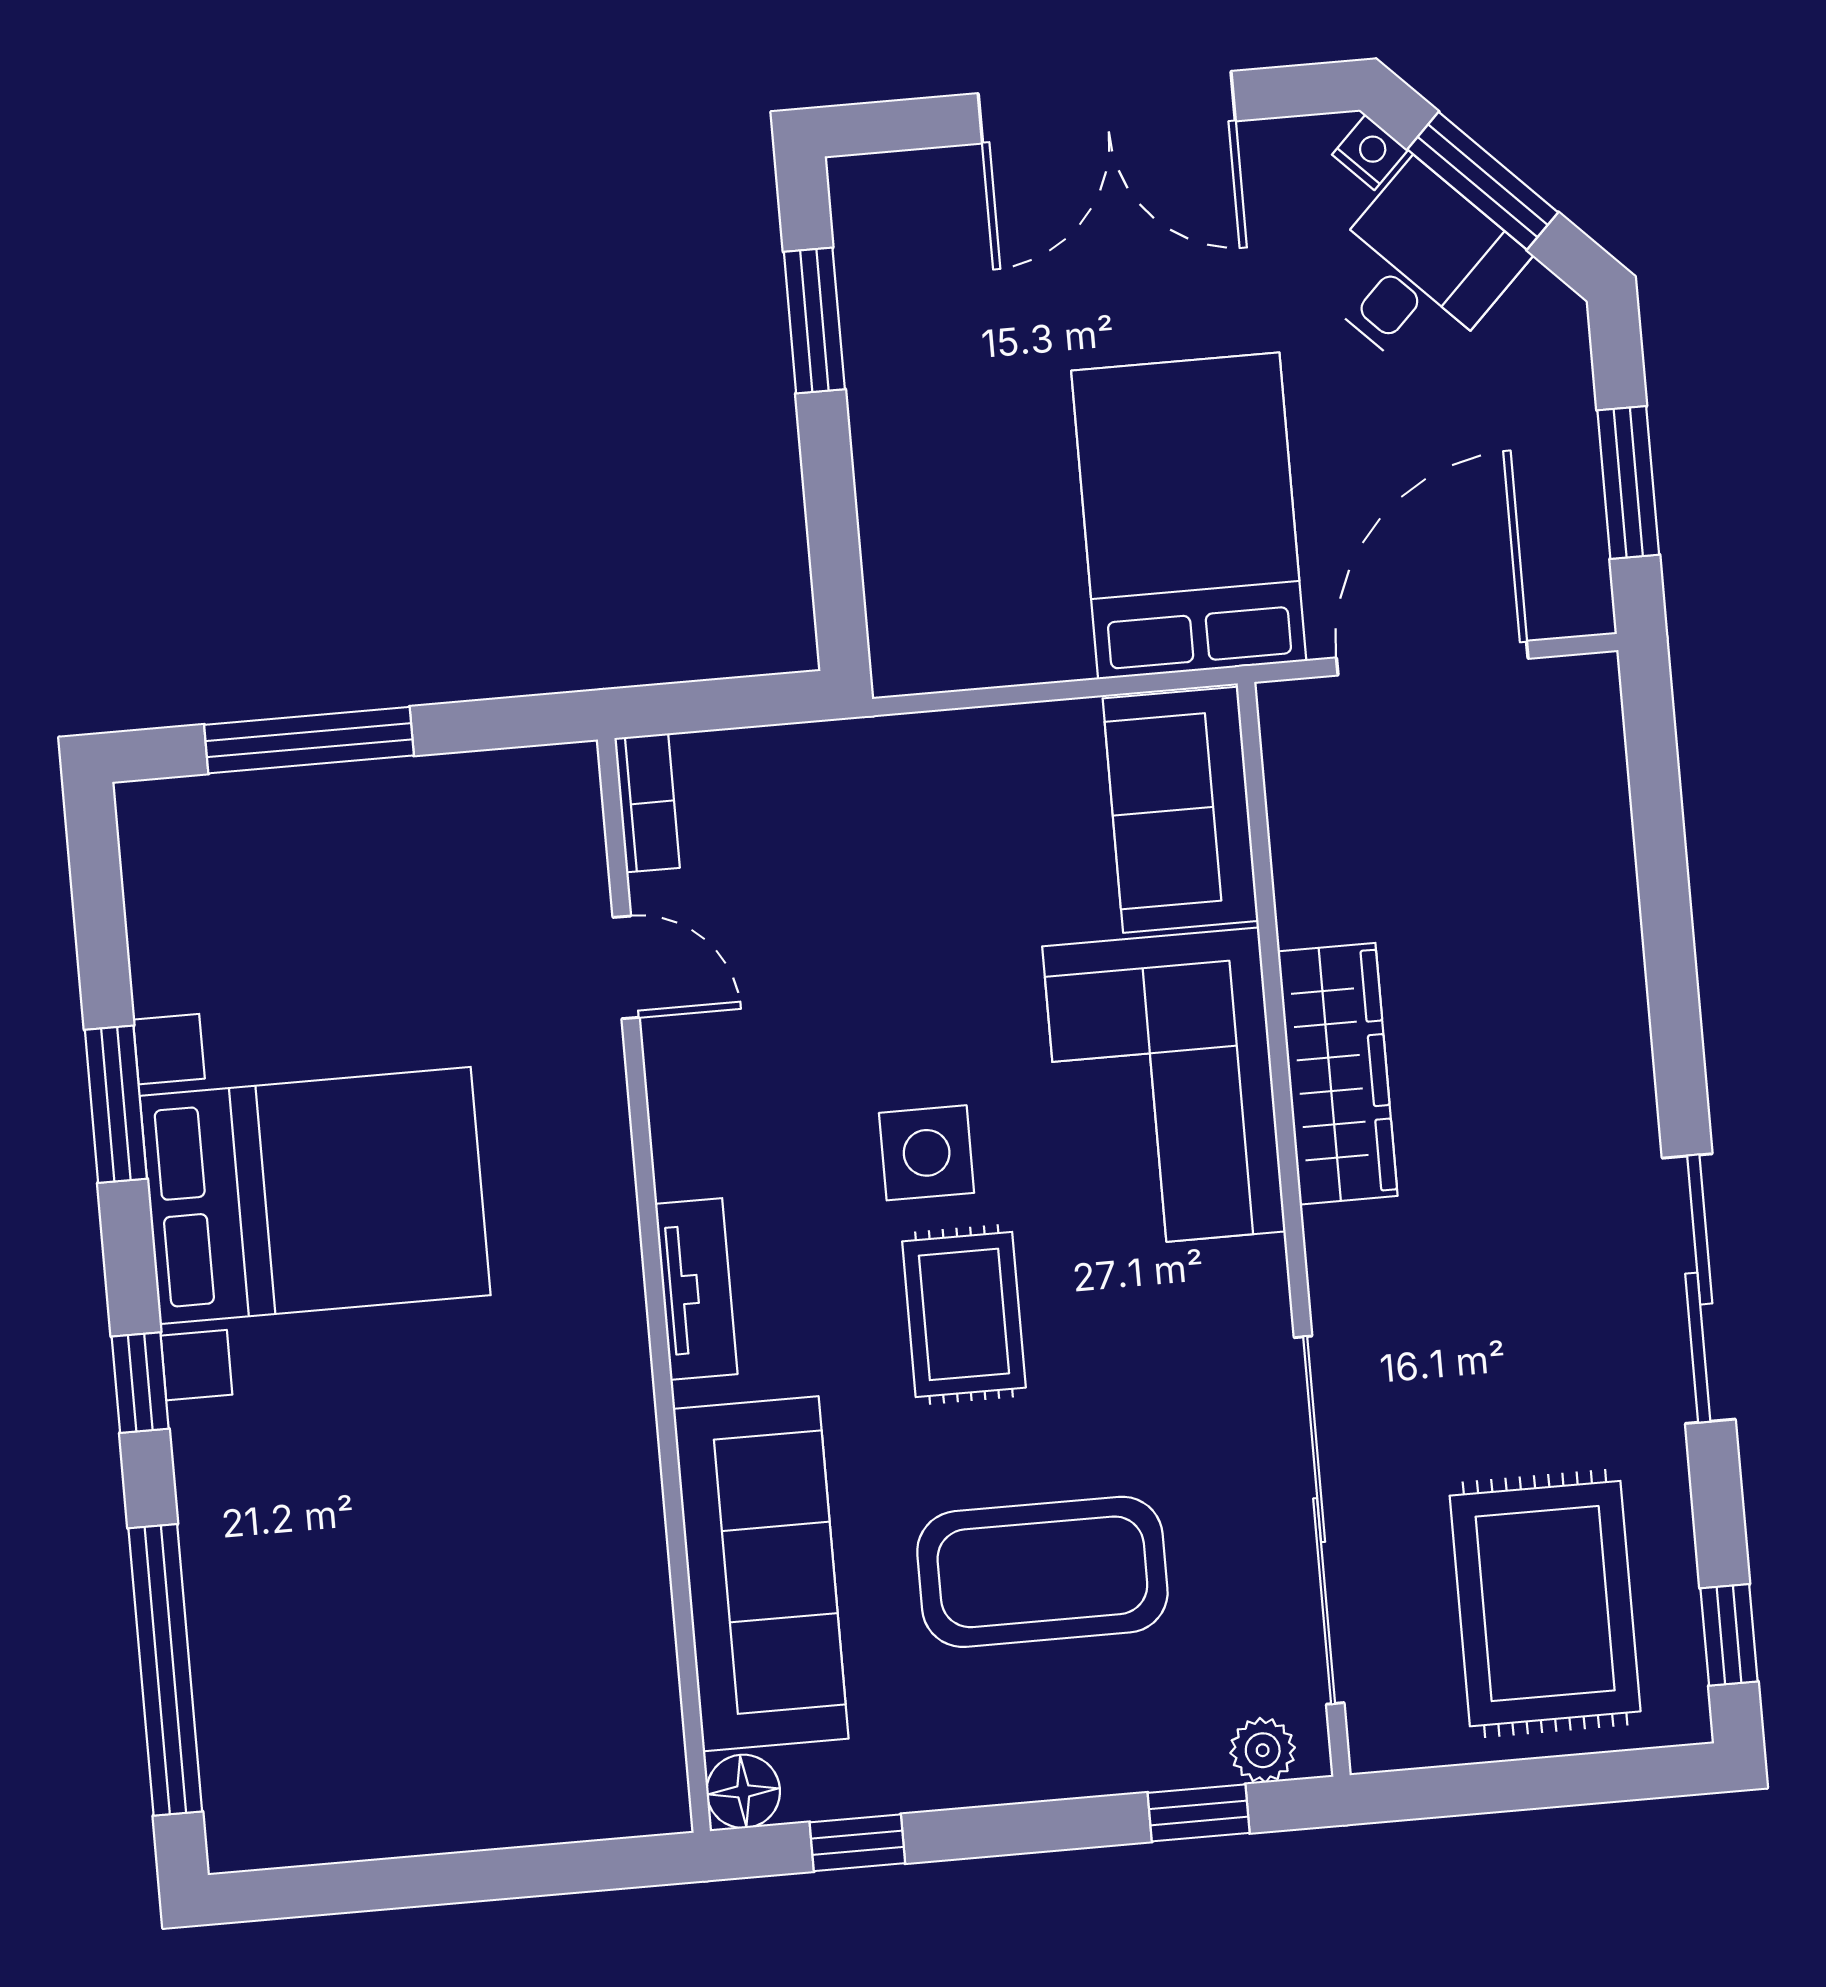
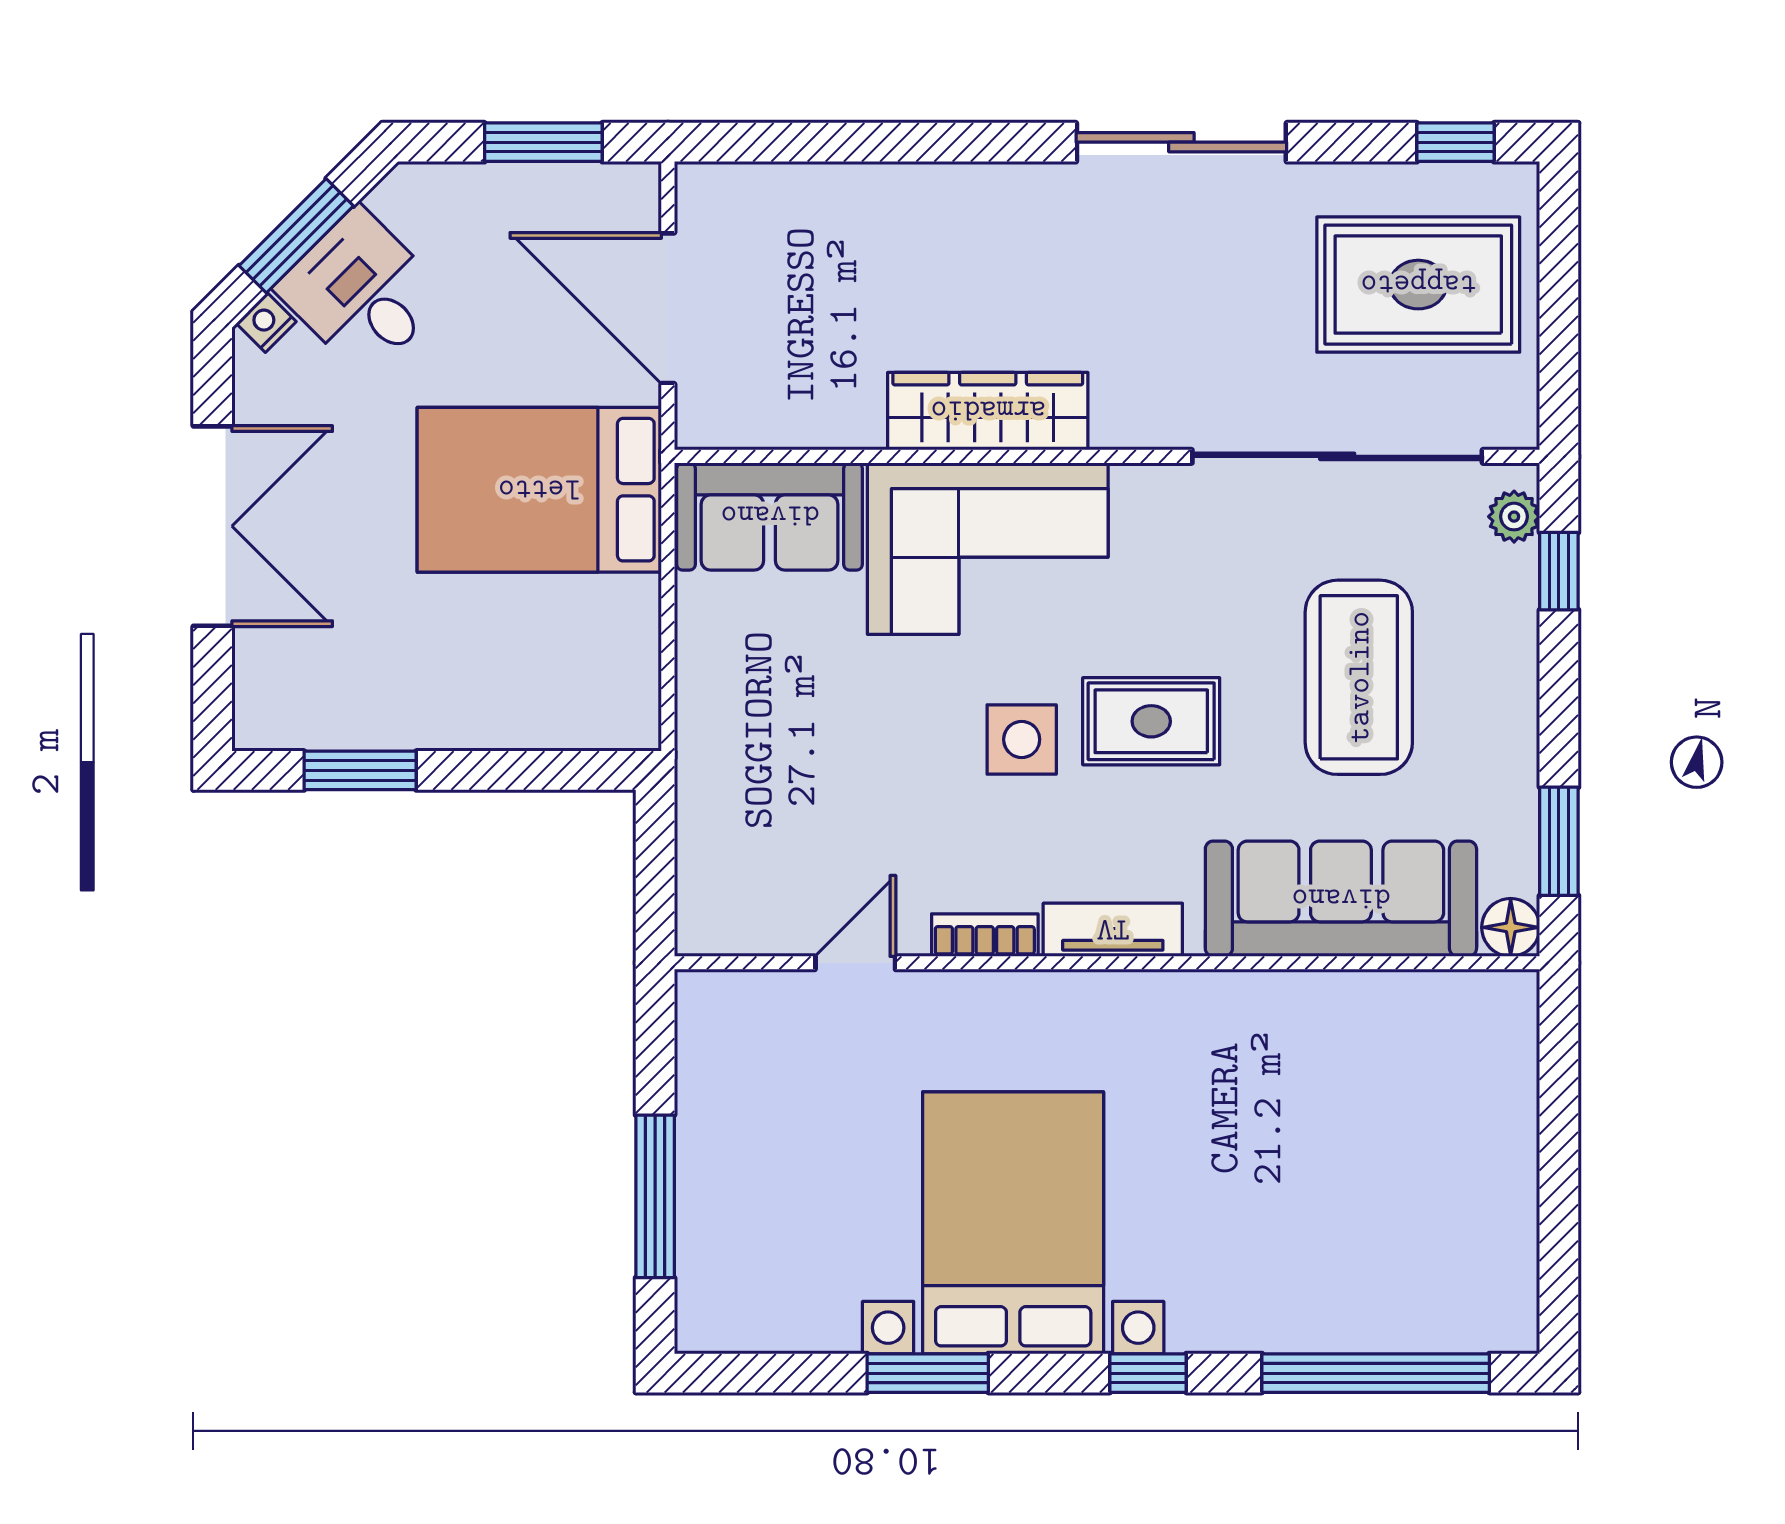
bookcase: (647, 803) -> (985, 935), moved
window: (857, 1843) -> (1559, 841), width x1.50

